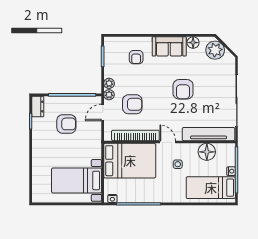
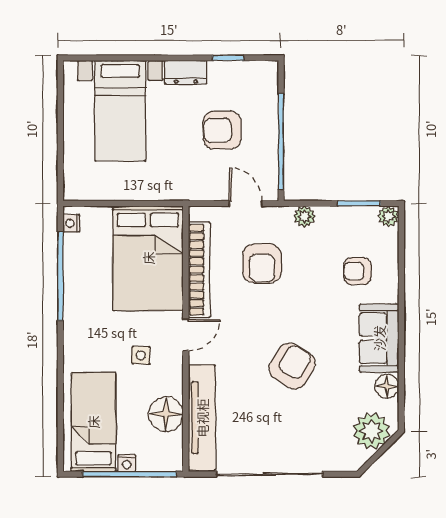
armchair: (183, 89) -> (292, 366), turned 122
plant: (109, 95) -> (388, 216), moved
dresser: (38, 107) -> (186, 72), moved
armchair: (66, 124) -> (222, 130), turned 90
bed with nightstands: (77, 180) -> (120, 111), moved, turned 180

